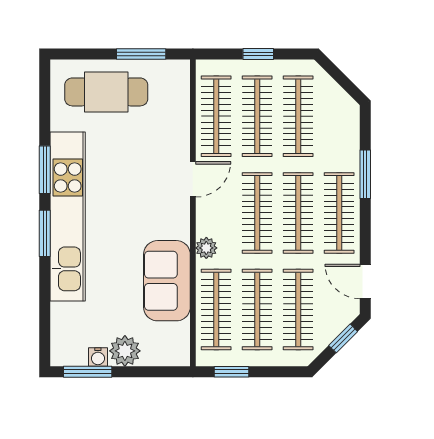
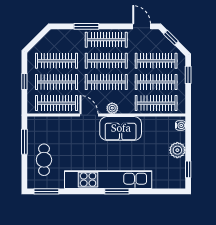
cafe table: (106, 92) -> (44, 160), width x0.73, depth x0.74
window: (45, 170) -> (46, 191), moved
plant: (206, 248) -> (112, 108), moved
sofa: (167, 281) -> (121, 128), moved
door: (365, 281) -> (142, 26), swing flipped
water cooler: (98, 357) -> (180, 125), moved
window: (88, 372) -> (188, 169), width x0.67
window: (232, 372) -> (188, 75), moved

